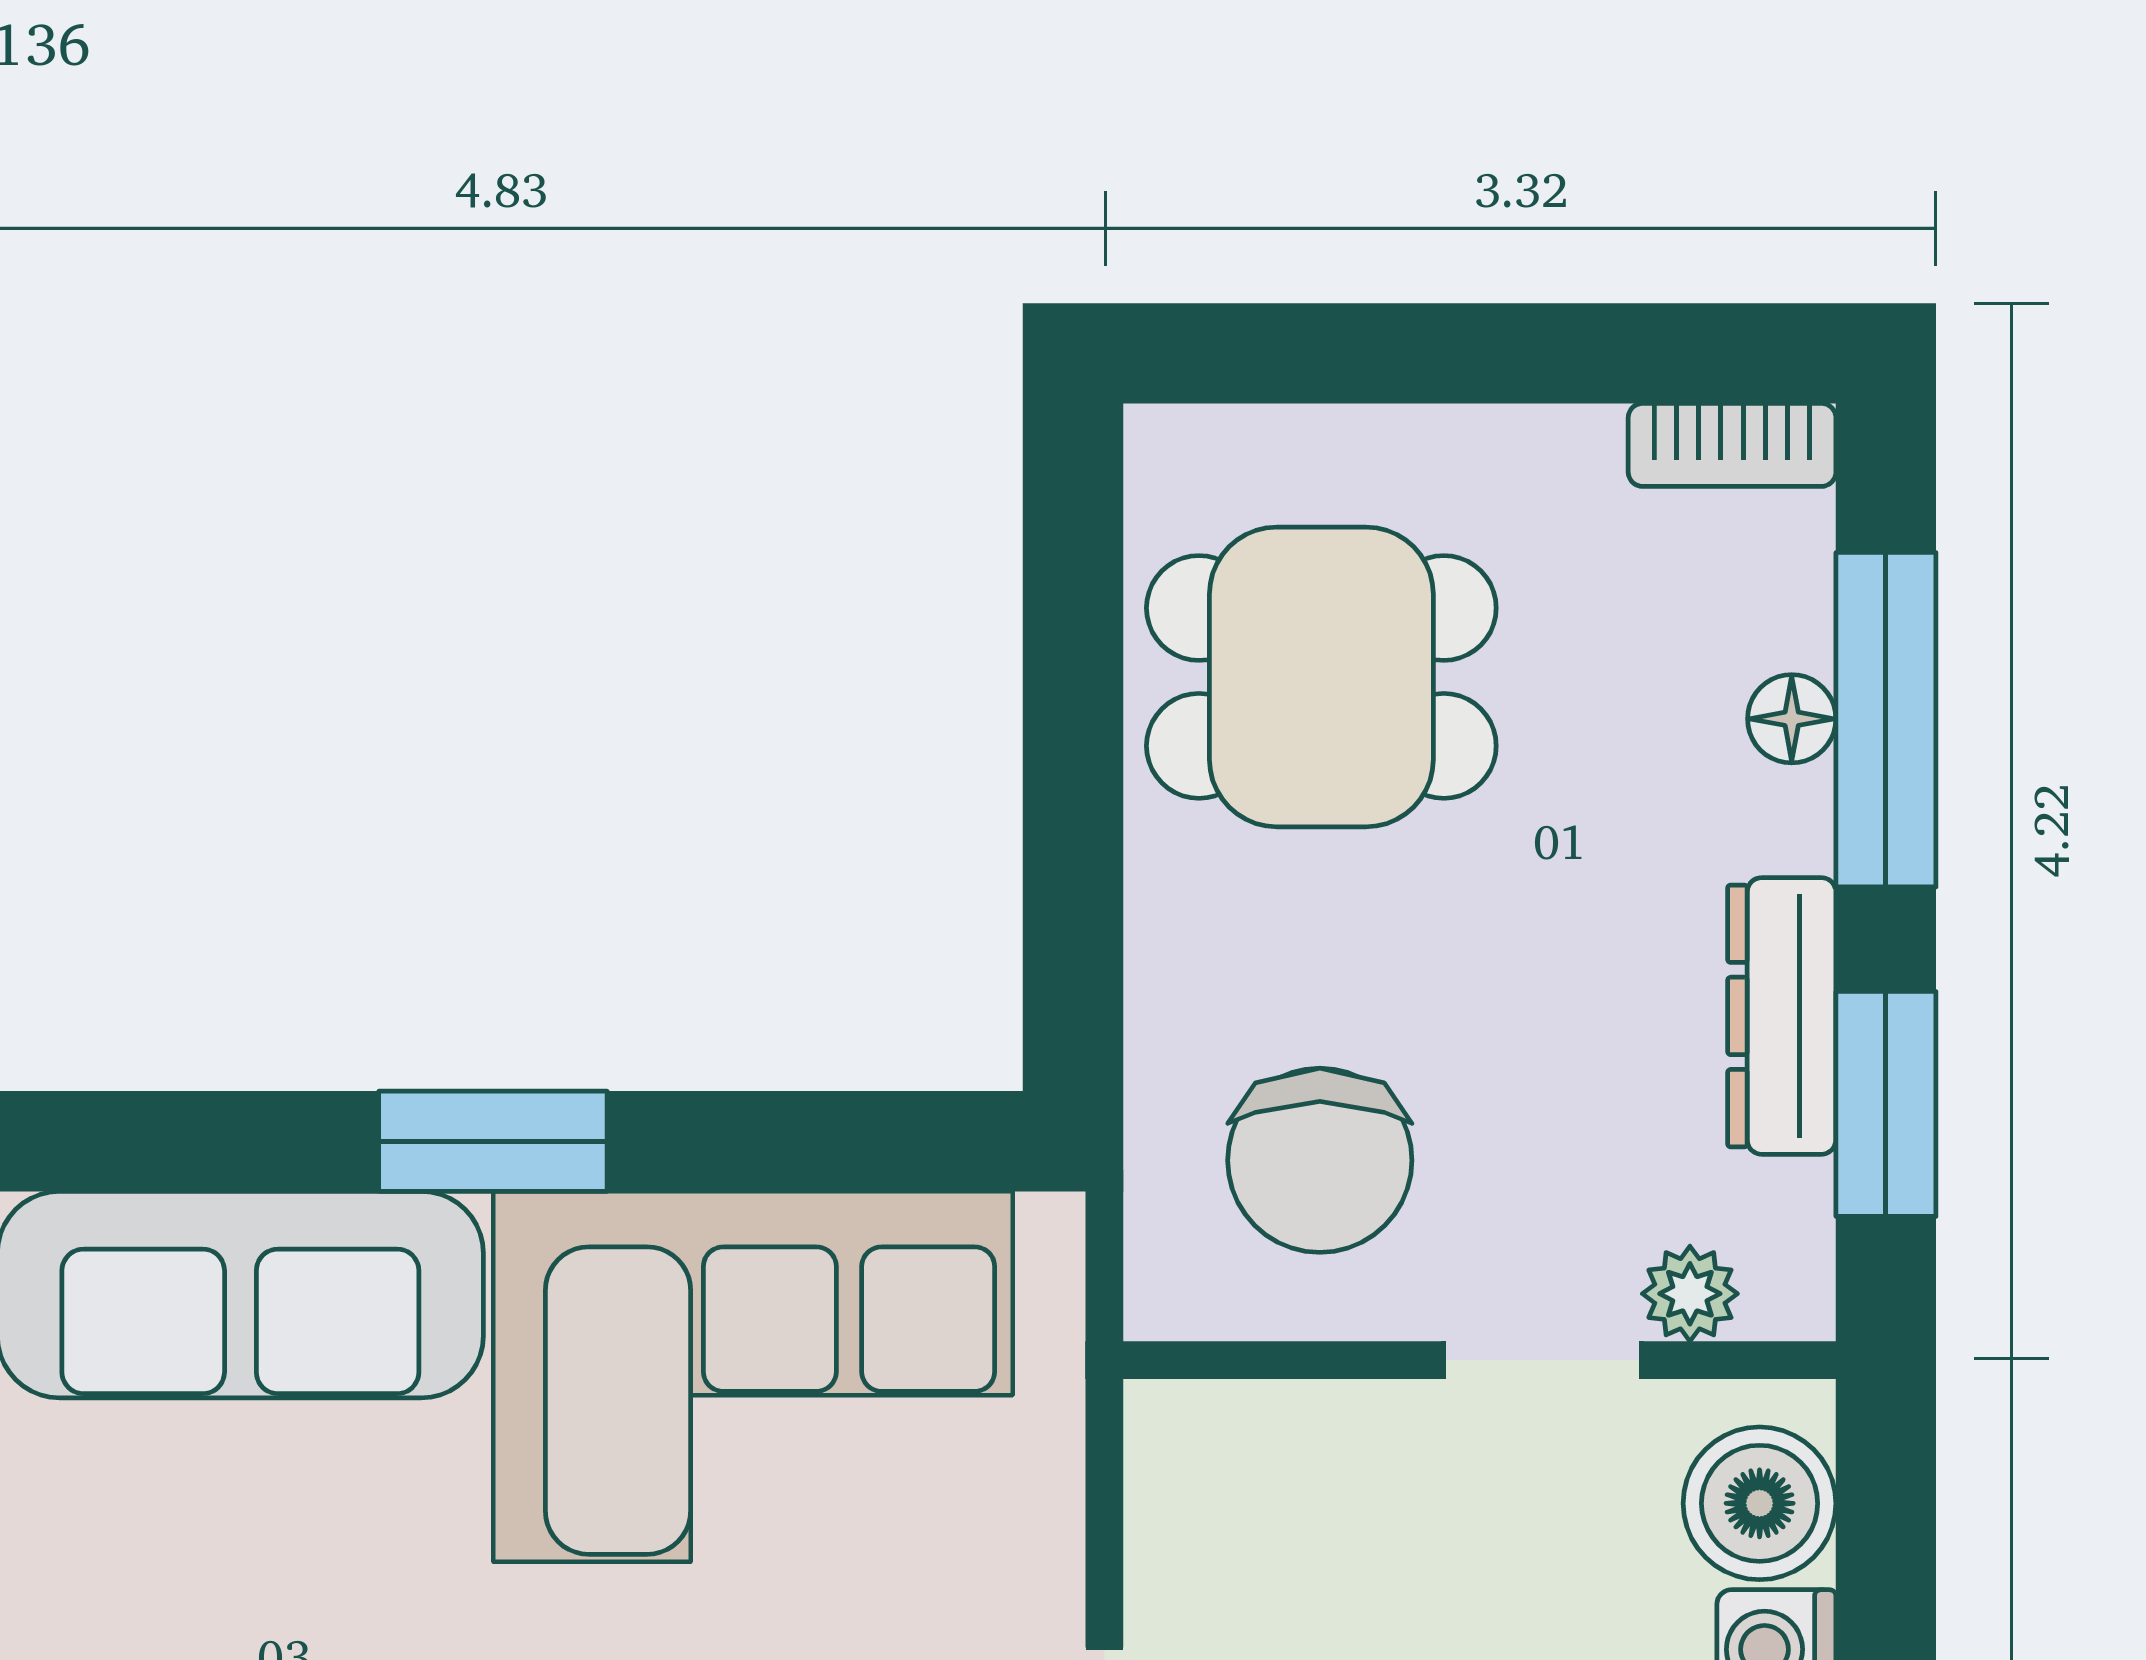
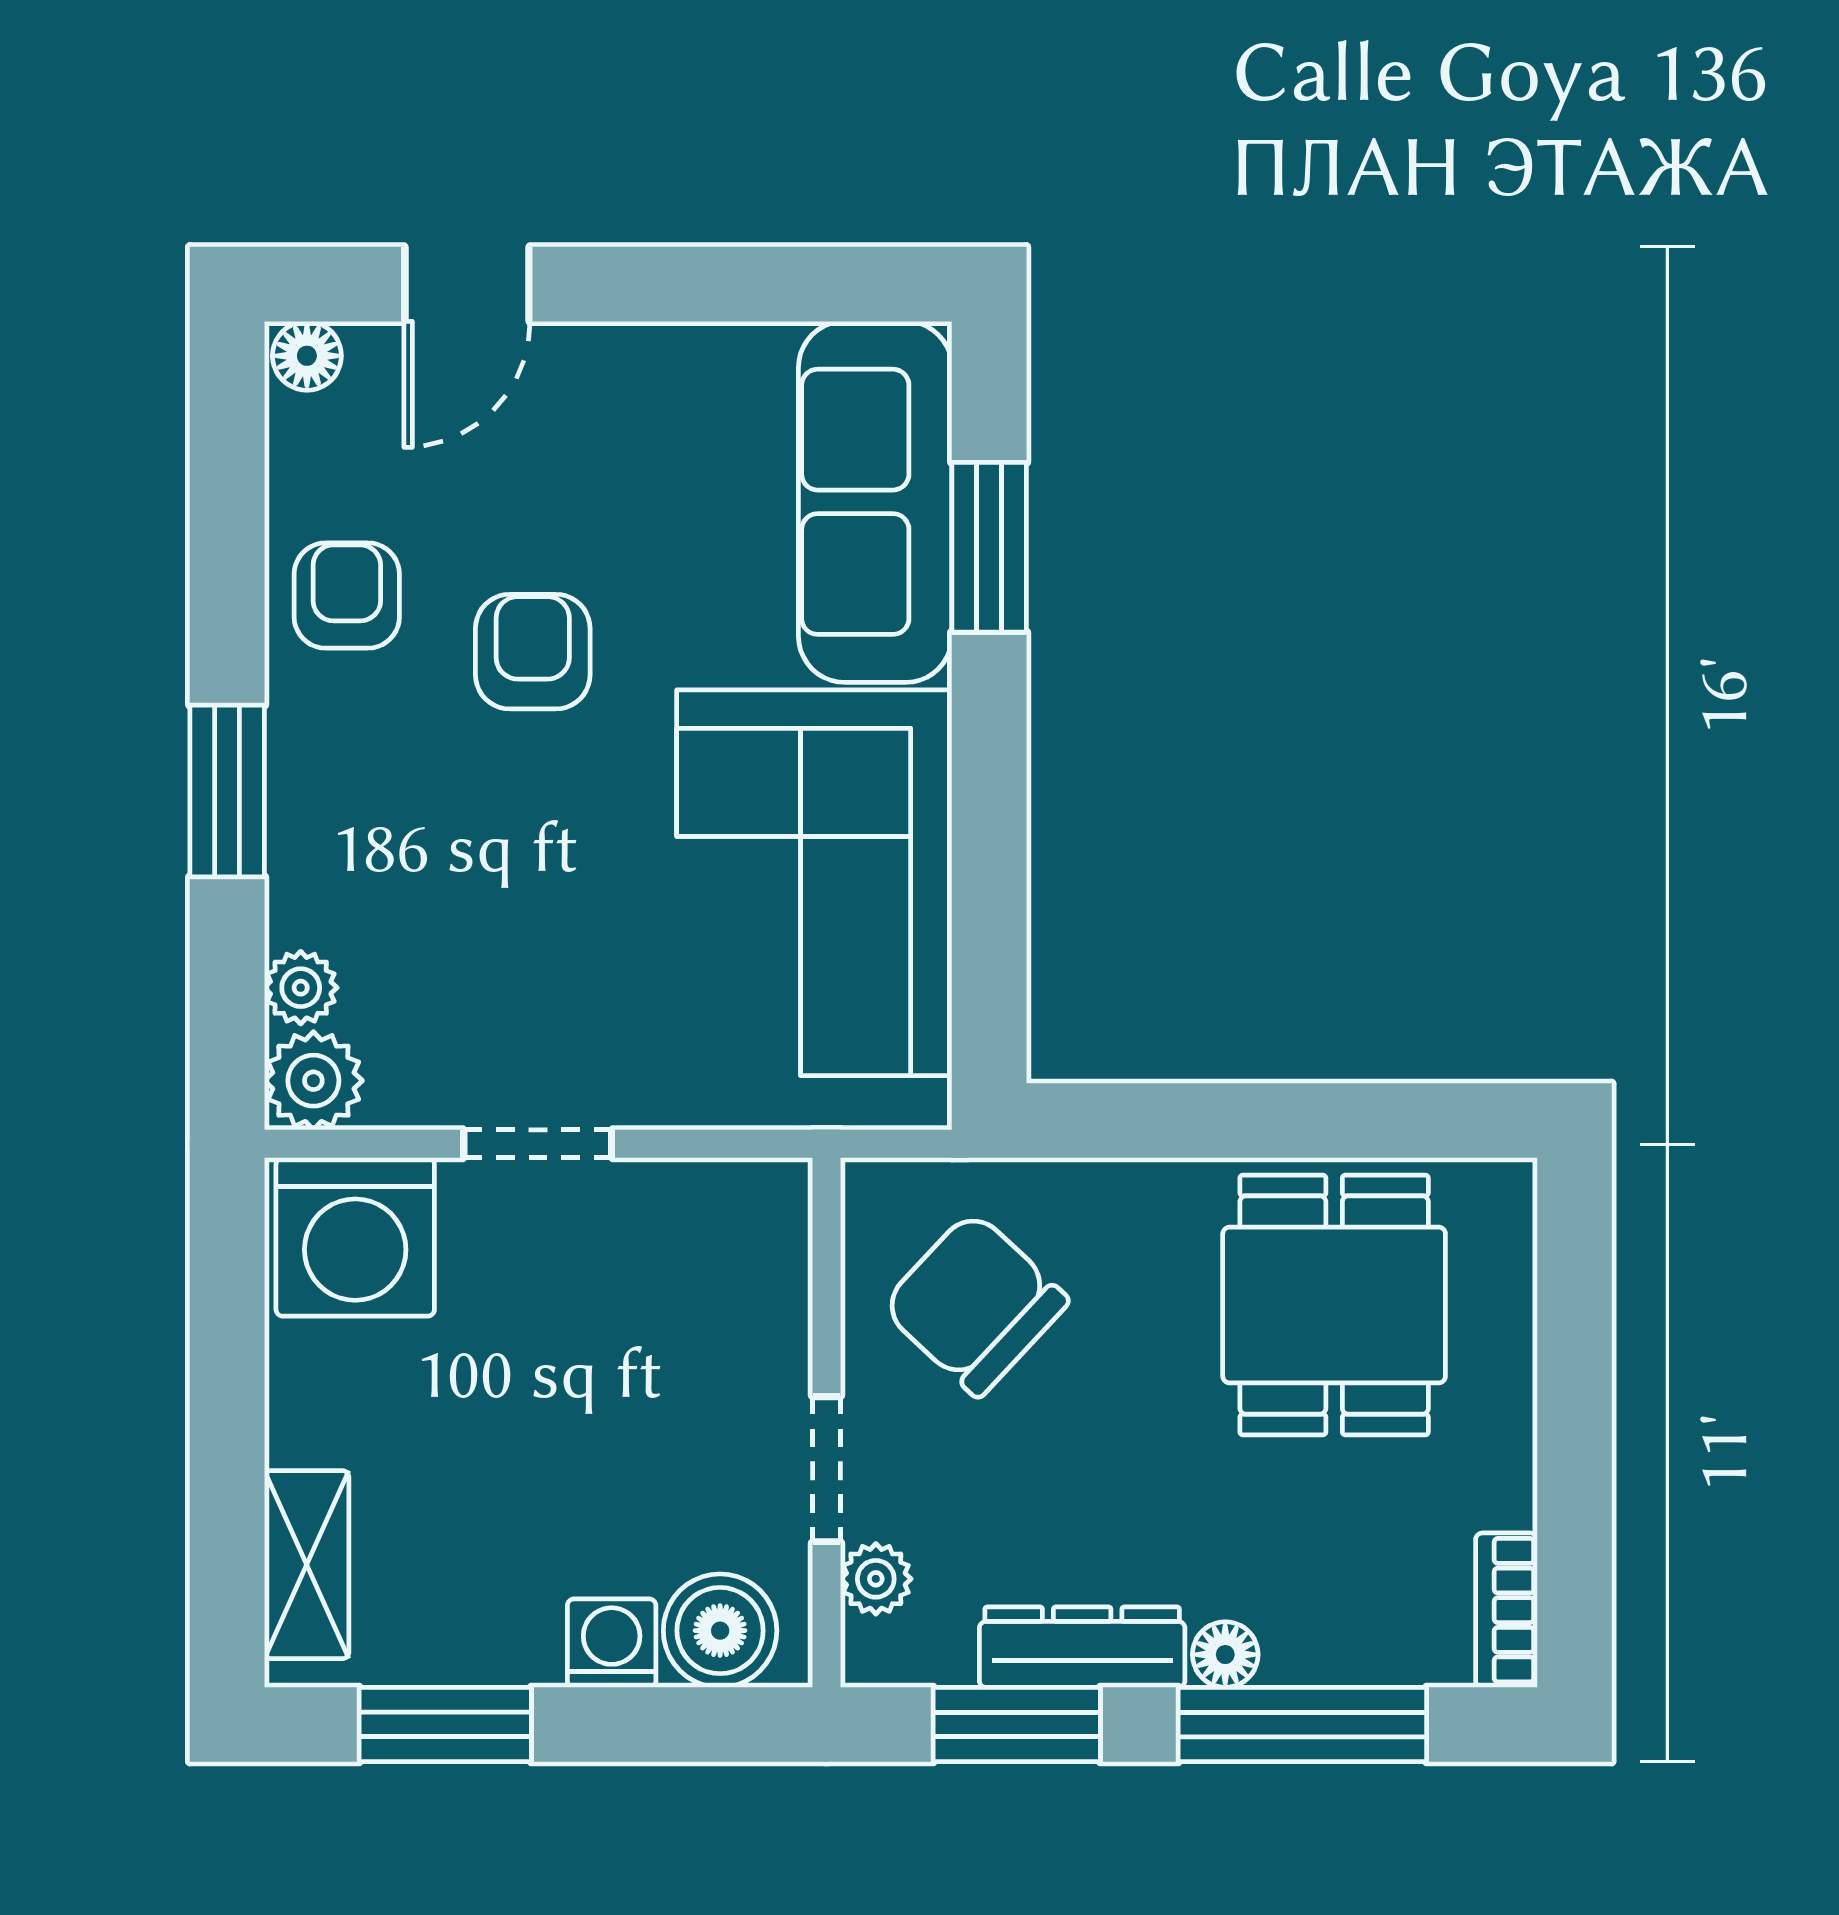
floor lamp: (1792, 719) -> (1225, 1655), moved
window: (493, 1141) -> (989, 547), moved
chair: (1320, 1160) -> (975, 1304), turned 43

